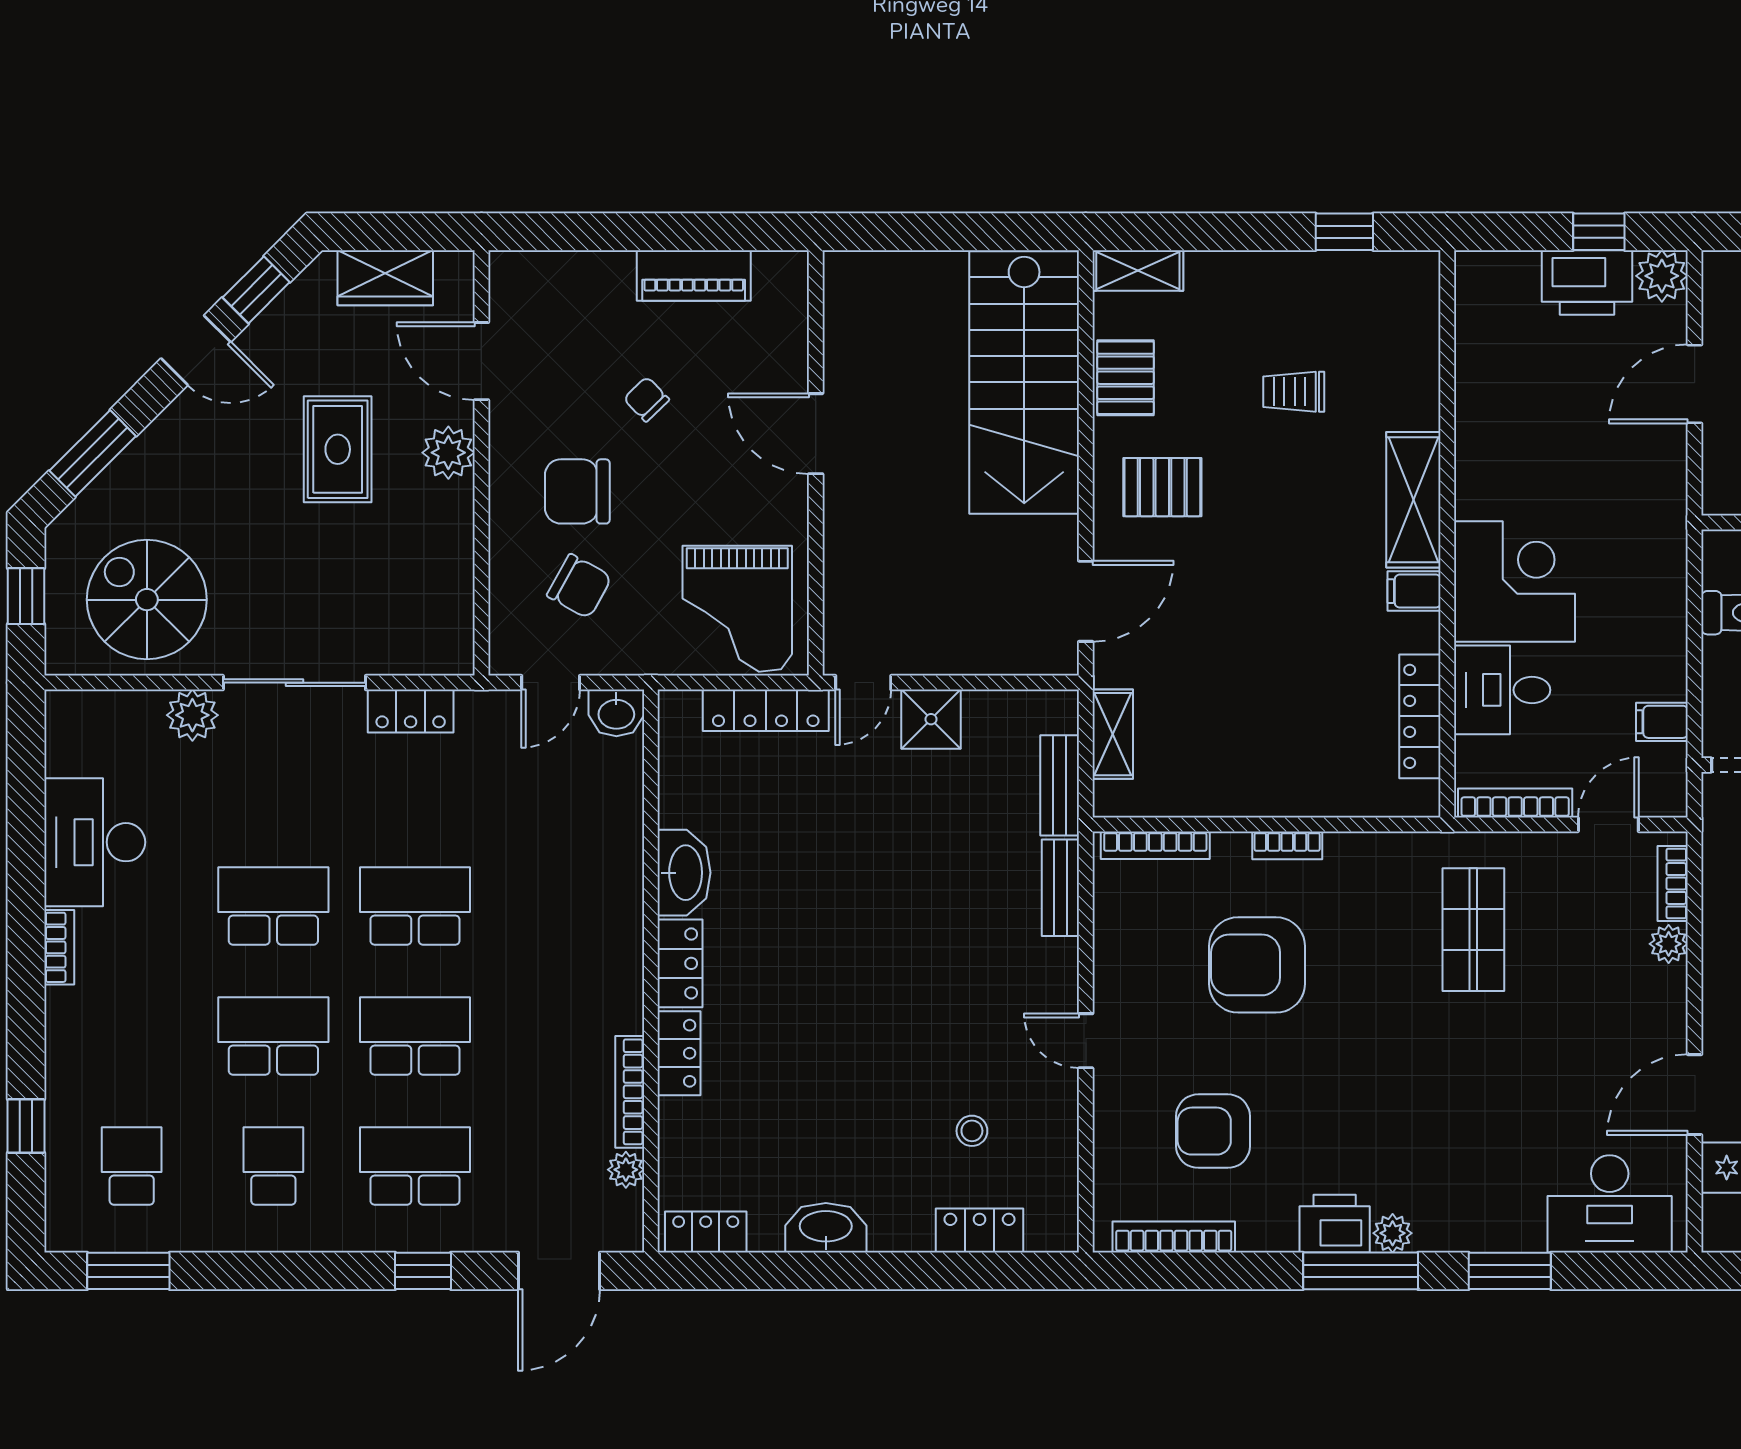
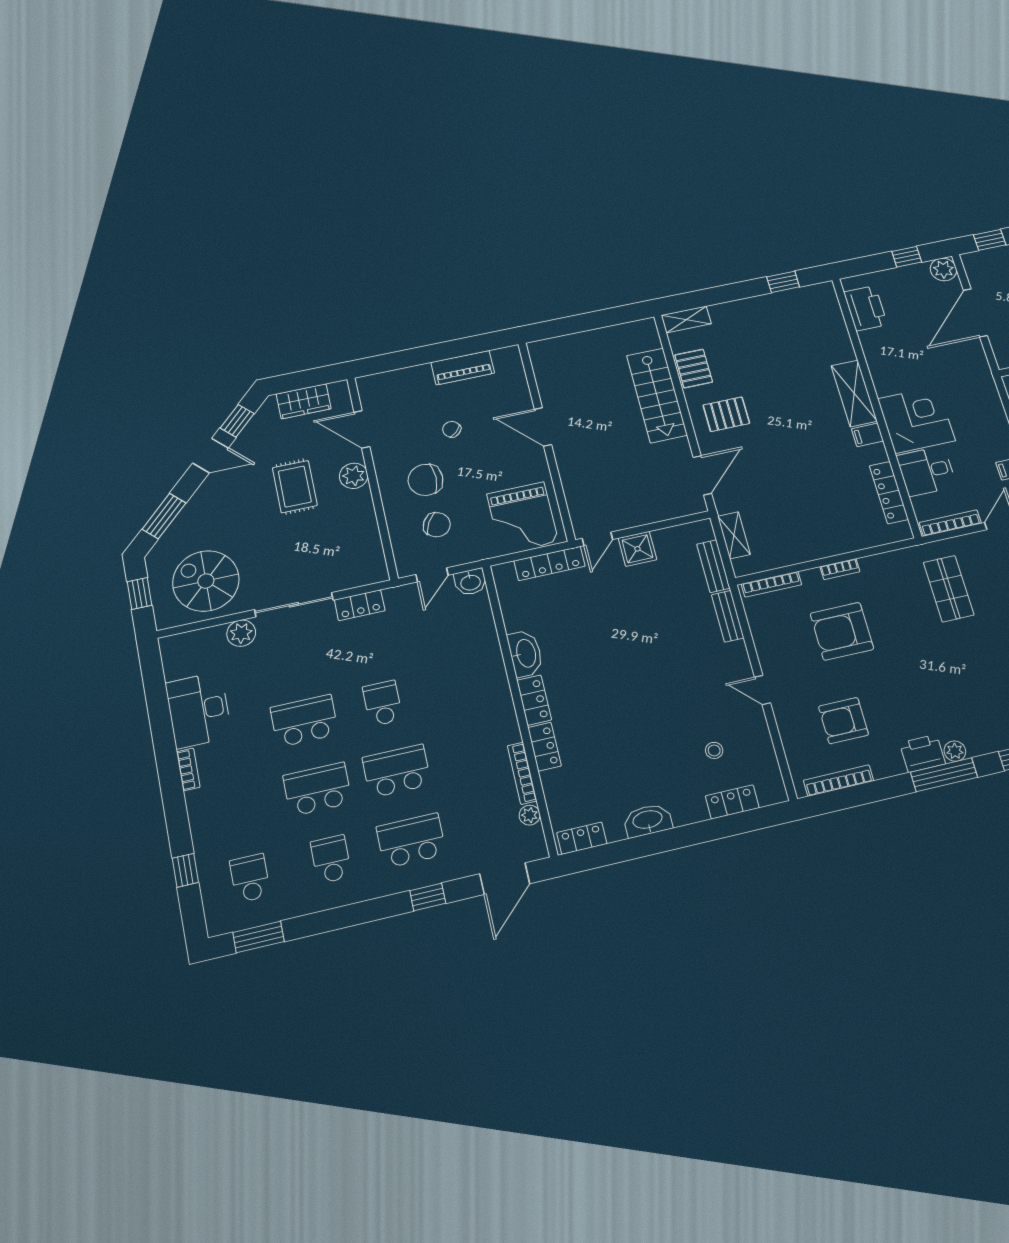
printer: (1587, 283) -> (866, 308), moved, turned -90
stairs: (1024, 382) -> (657, 395), width x0.73, depth x0.66
door: (1695, 384) -> (975, 313), width x1.36
trolley: (1294, 392) -> (780, 357), removed
school desk: (415, 906) -> (383, 703), width x0.54

